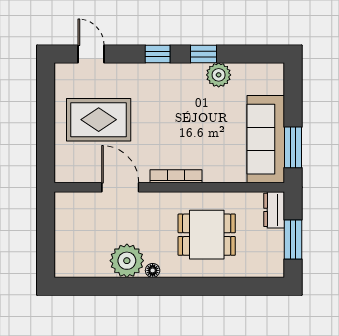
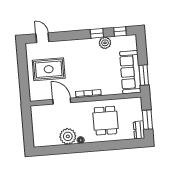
window: (158, 54) -> (120, 31), moved
dresser: (274, 210) -> (139, 130), moved
dining table: (207, 235) -> (105, 121), turned 90

